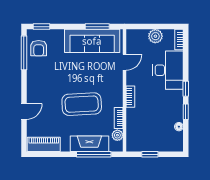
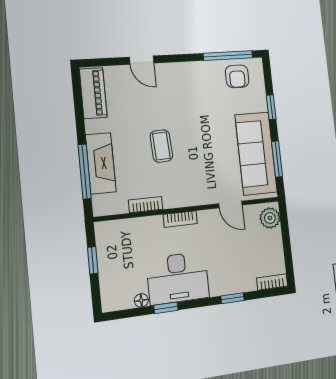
window: (41, 27) -> (271, 107), moved
plant: (155, 36) -> (270, 218), moved
armchair: (39, 48) -> (237, 76), turned -90
desk: (168, 70) -> (178, 278), moved
window: (186, 89) -> (232, 298), moved
coffee table: (82, 104) -> (161, 146), width x0.54, depth x0.58
plant: (117, 135) -> (118, 206), removed

